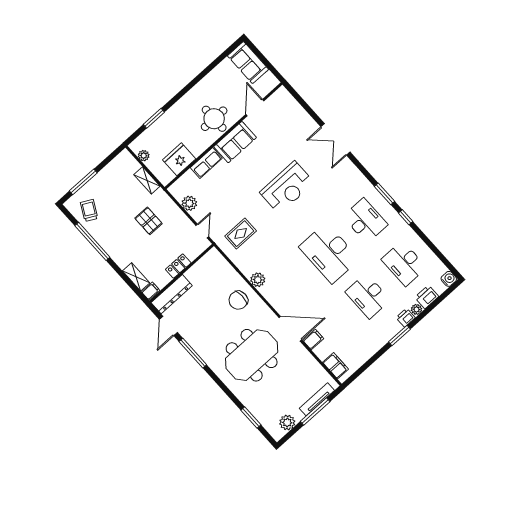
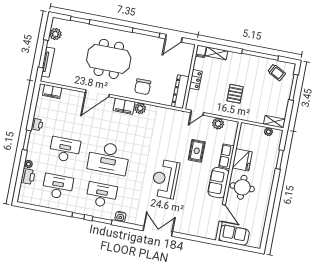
sofa: (248, 63) -> (234, 235), moved
fridge: (179, 159) -> (242, 160), moved
shelving: (147, 180) -> (274, 122), moved
pallet: (149, 221) -> (235, 94), turned 90
desk: (365, 221) -> (102, 195), turned 180
door: (202, 231) -> (197, 113), hinge flipped
rug: (241, 234) -> (197, 151), moved
desk: (329, 253) -> (109, 158), turned 180
water cooler: (449, 279) -> (120, 217), moved
dresser: (172, 294) -> (180, 92), moved
chair: (238, 300) -> (143, 87), turned 180
printer: (406, 318) -> (37, 124), moved
door: (168, 326) -> (174, 38), swing flipped
filing cabinet: (313, 339) -> (124, 106), moved, width x2.00
meeting table: (252, 355) -> (109, 59), turned 90

